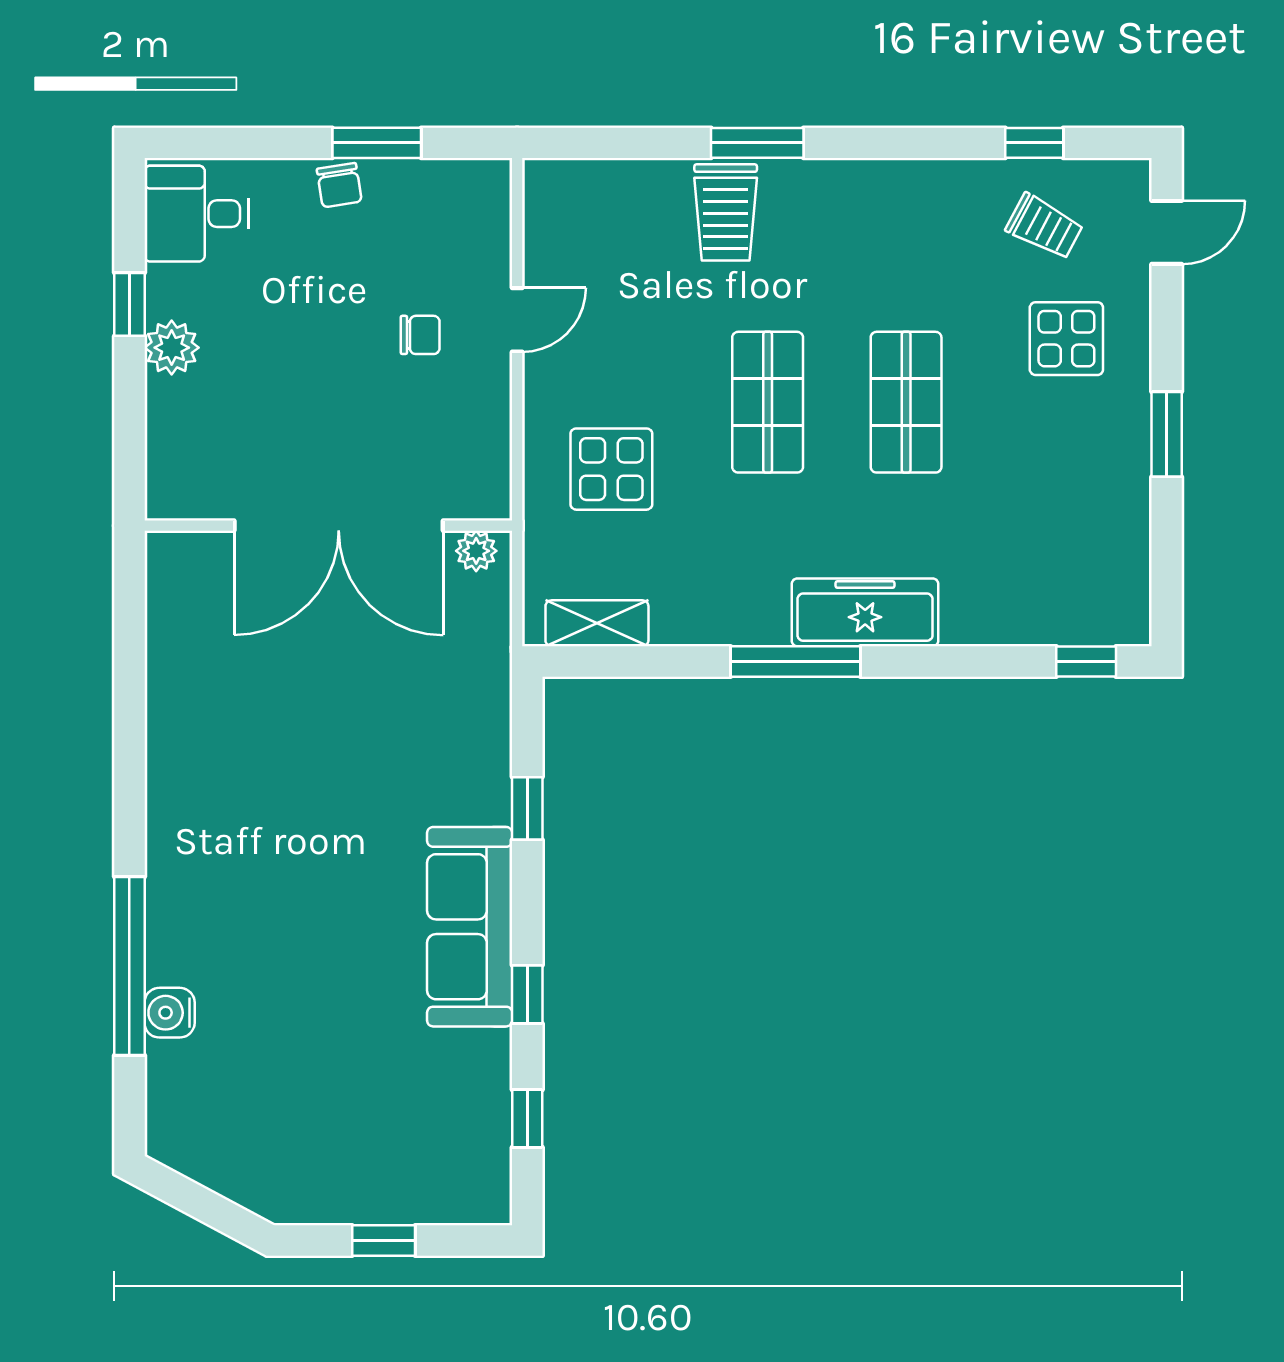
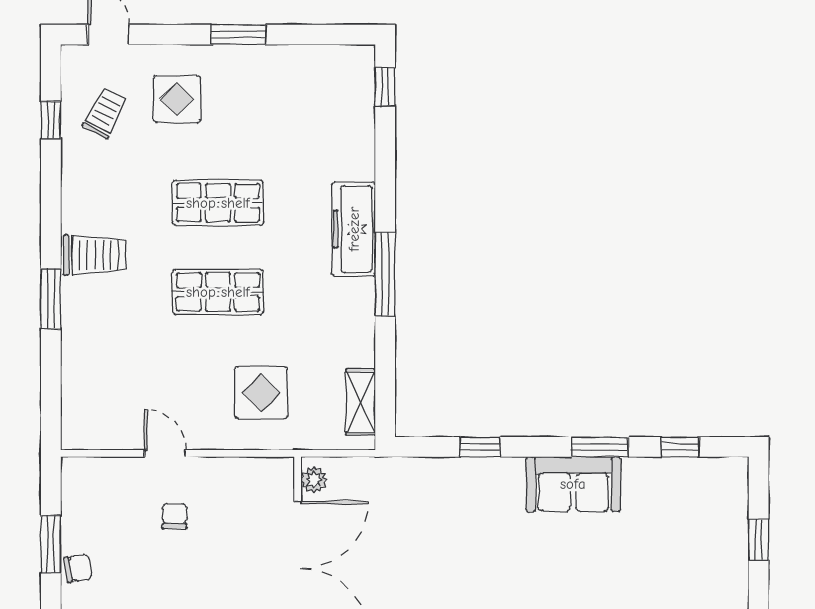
trolley: (726, 212) -> (95, 255), moved
sofa: (470, 927) -> (573, 484), width x0.73
window: (527, 994) -> (600, 447), width x1.50

